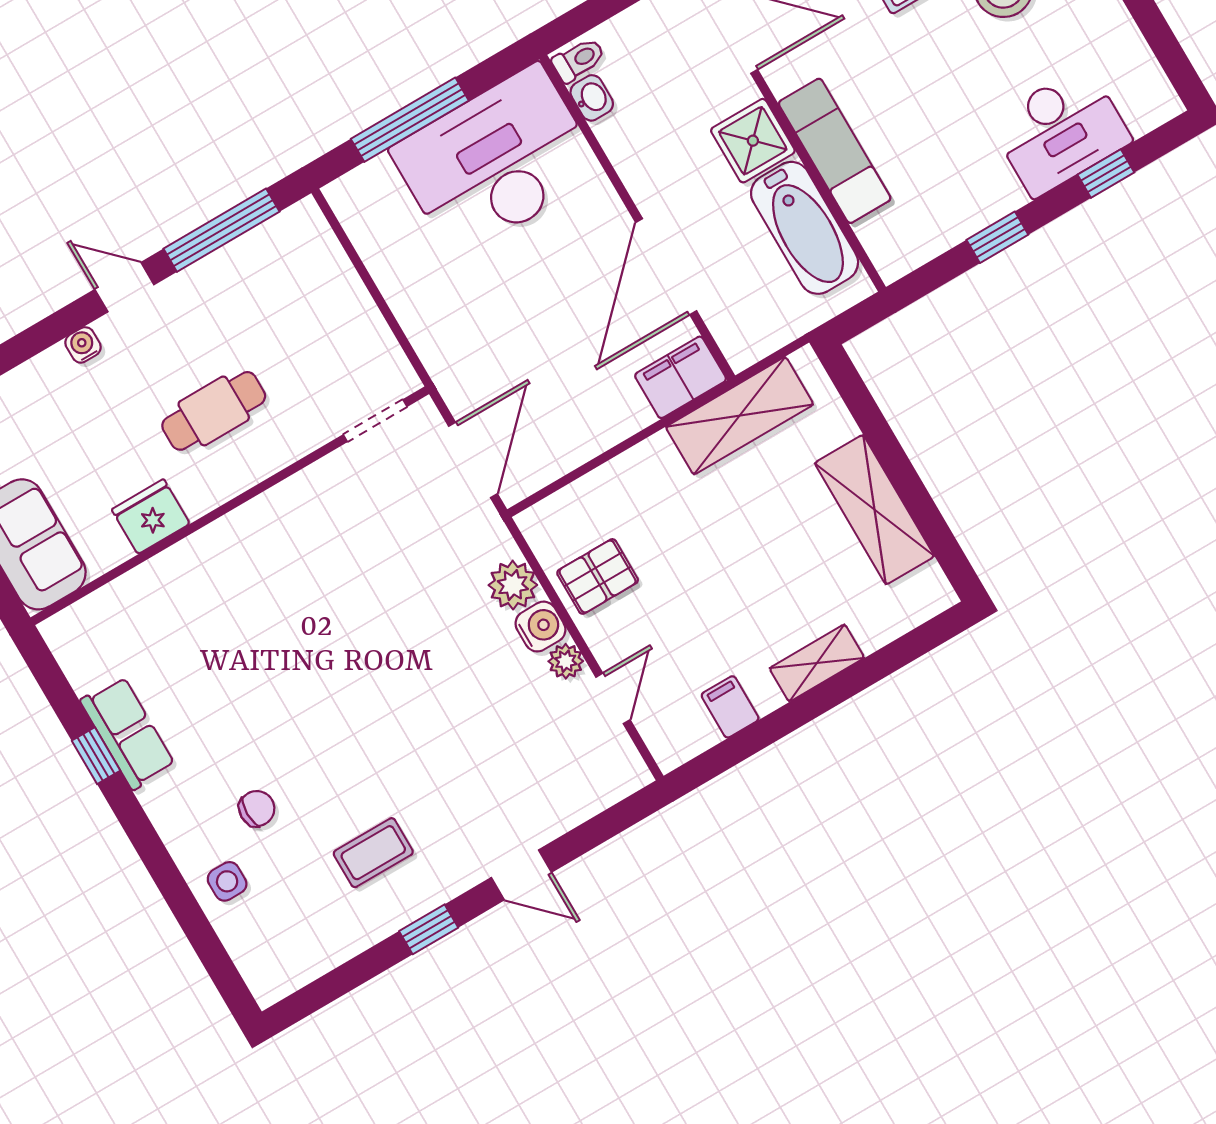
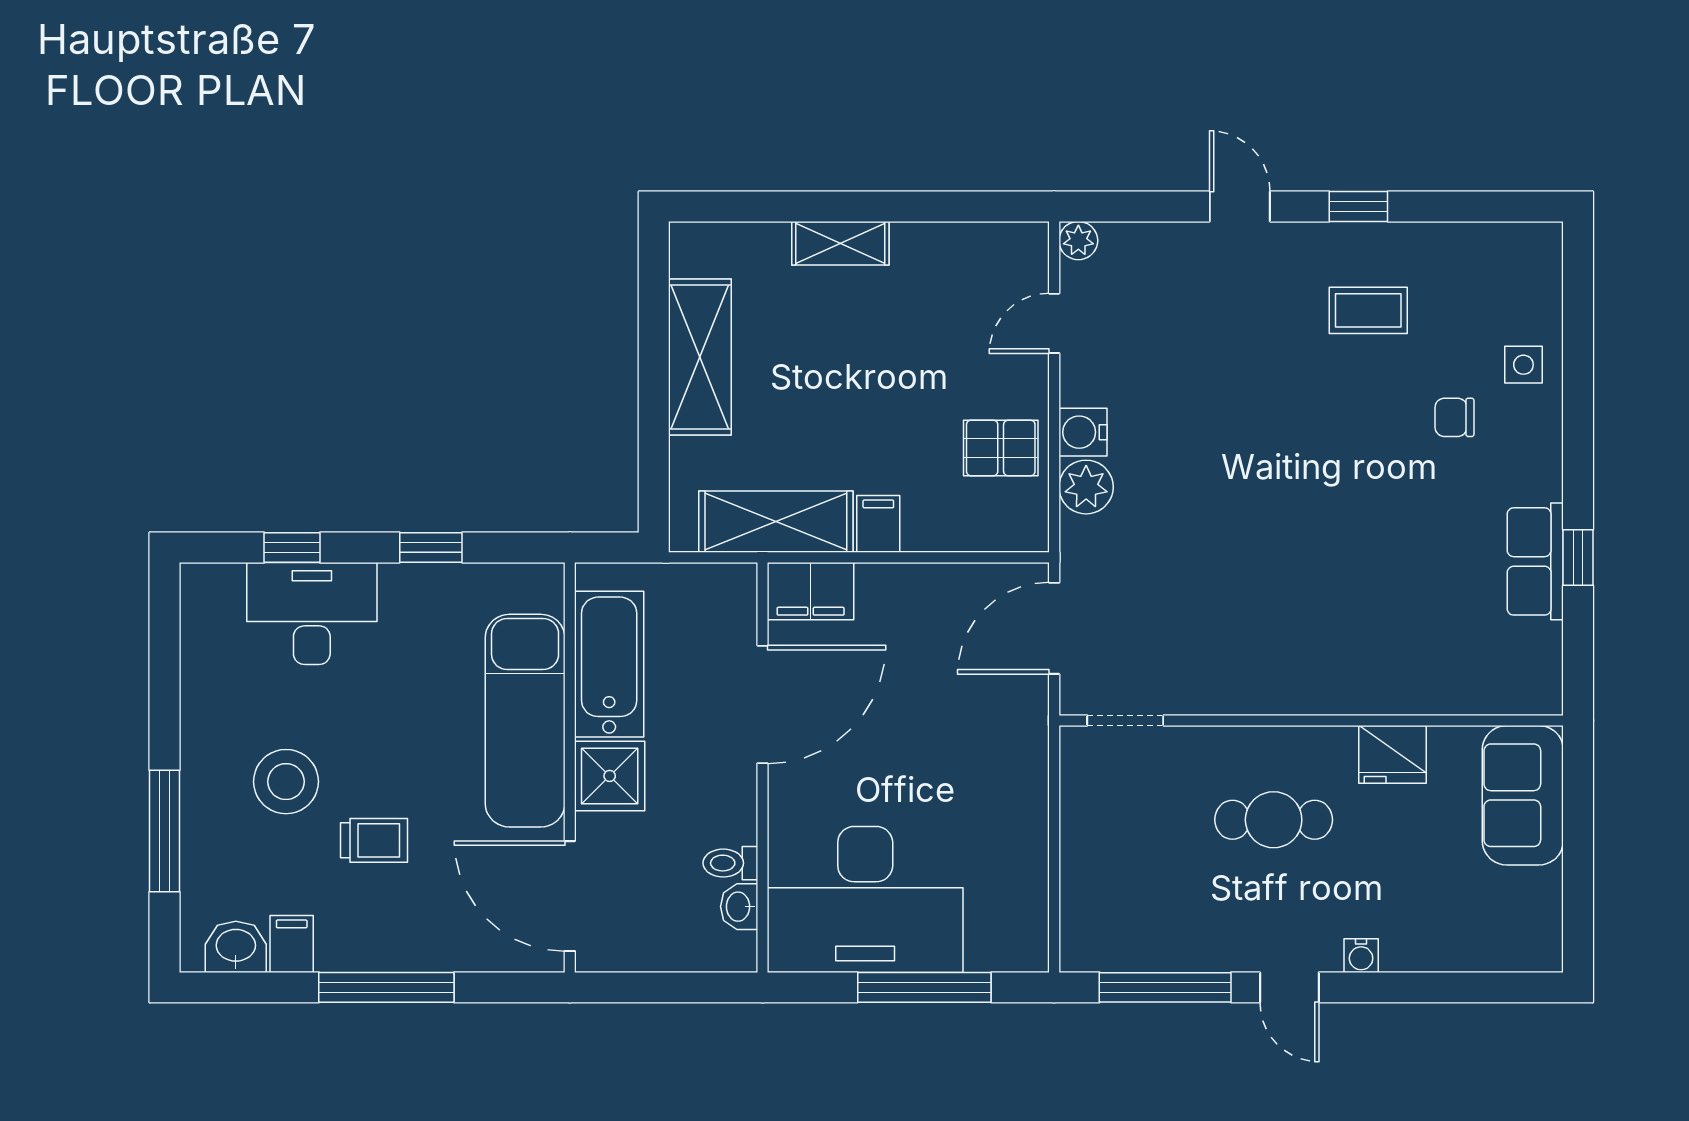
toilet: (579, 60) -> (730, 863), moved
exam couch: (835, 151) -> (525, 721), width x1.36, depth x1.45
plant: (566, 661) -> (1078, 241), moved
filing cabinet: (730, 707) -> (878, 524), moved, turned 180

